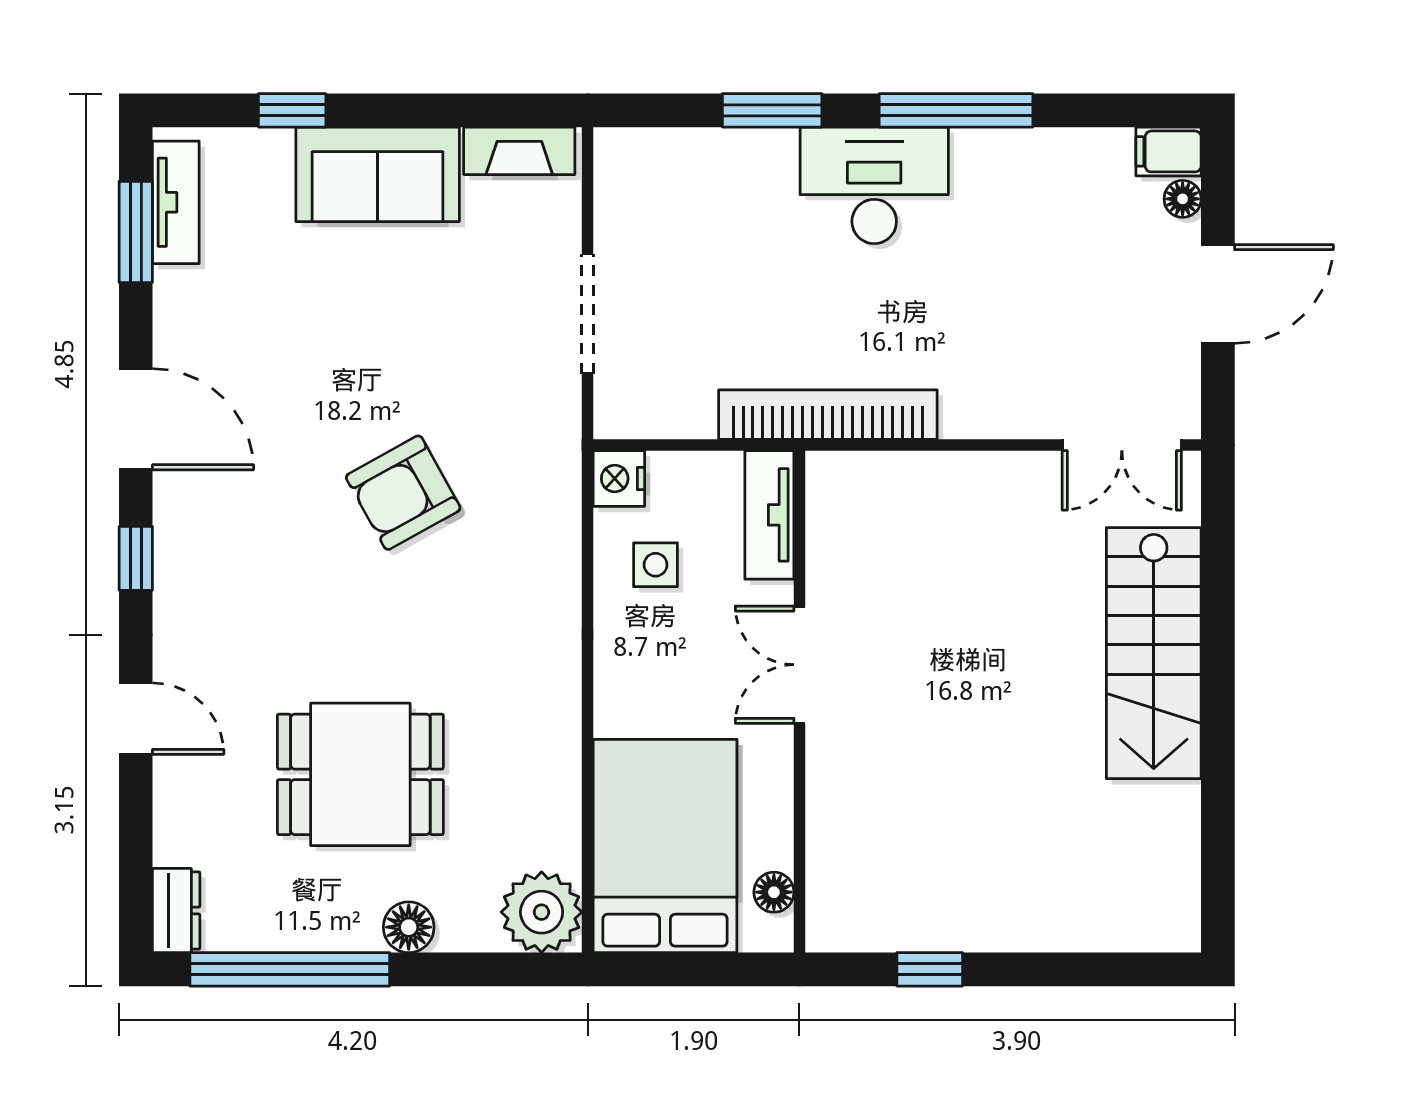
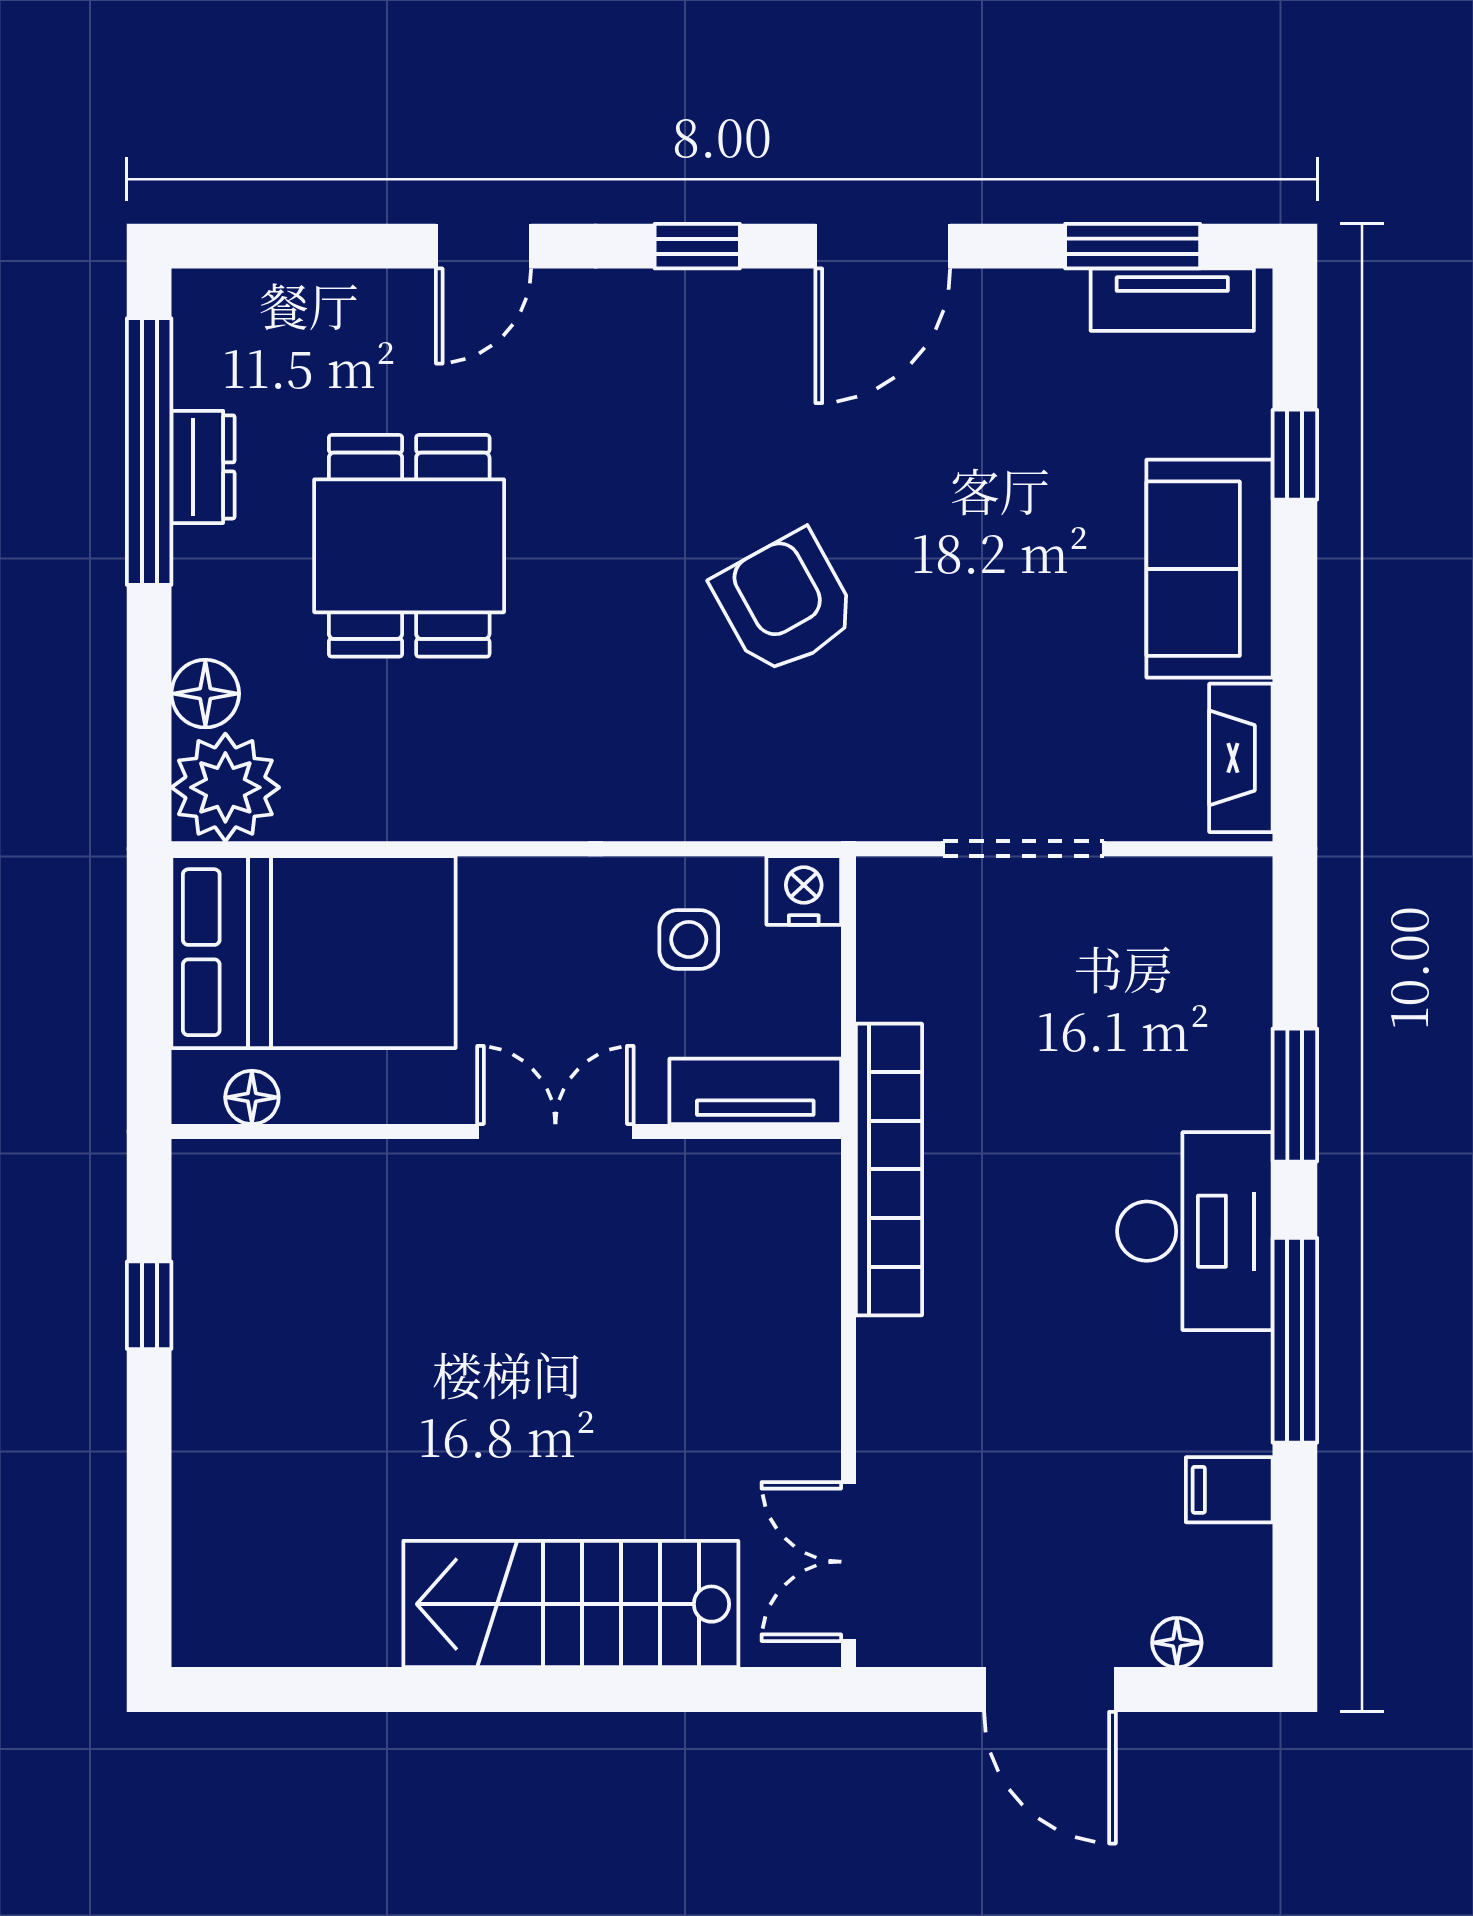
filing cabinet: (1169, 151) -> (1229, 1490), moved, turned -90
dresser: (176, 910) -> (203, 467), moved, turned -90
floor lamp: (409, 927) -> (205, 694), moved

